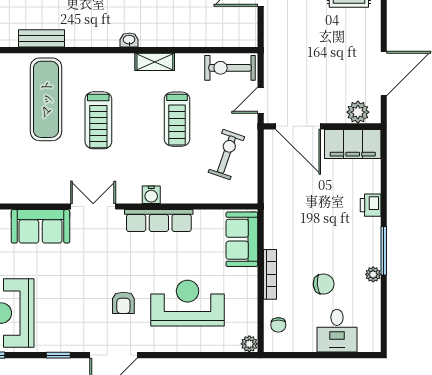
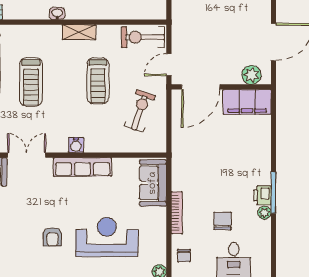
door: (298, 126) -> (201, 87), hinge flipped
printer: (371, 205) -> (262, 195), moved
chair: (324, 284) -> (222, 221), turned -85

